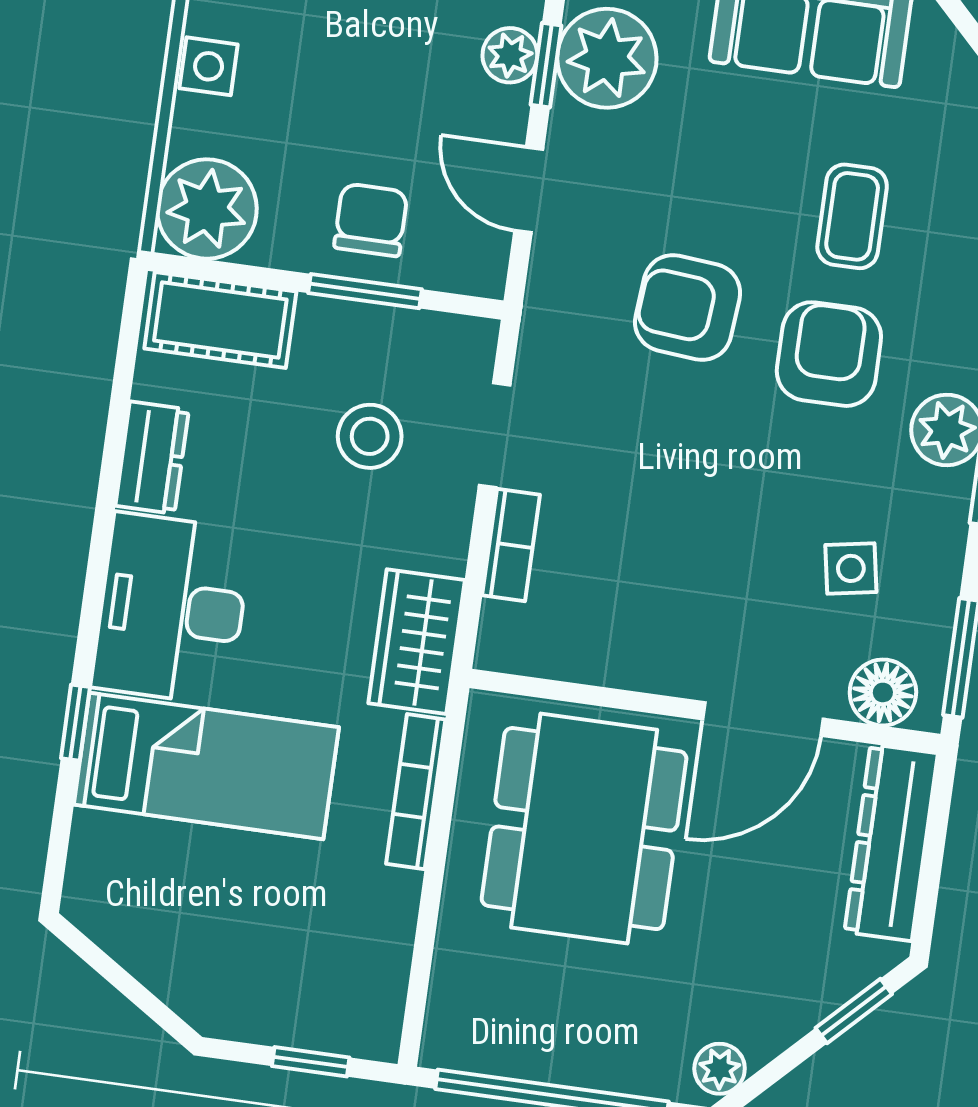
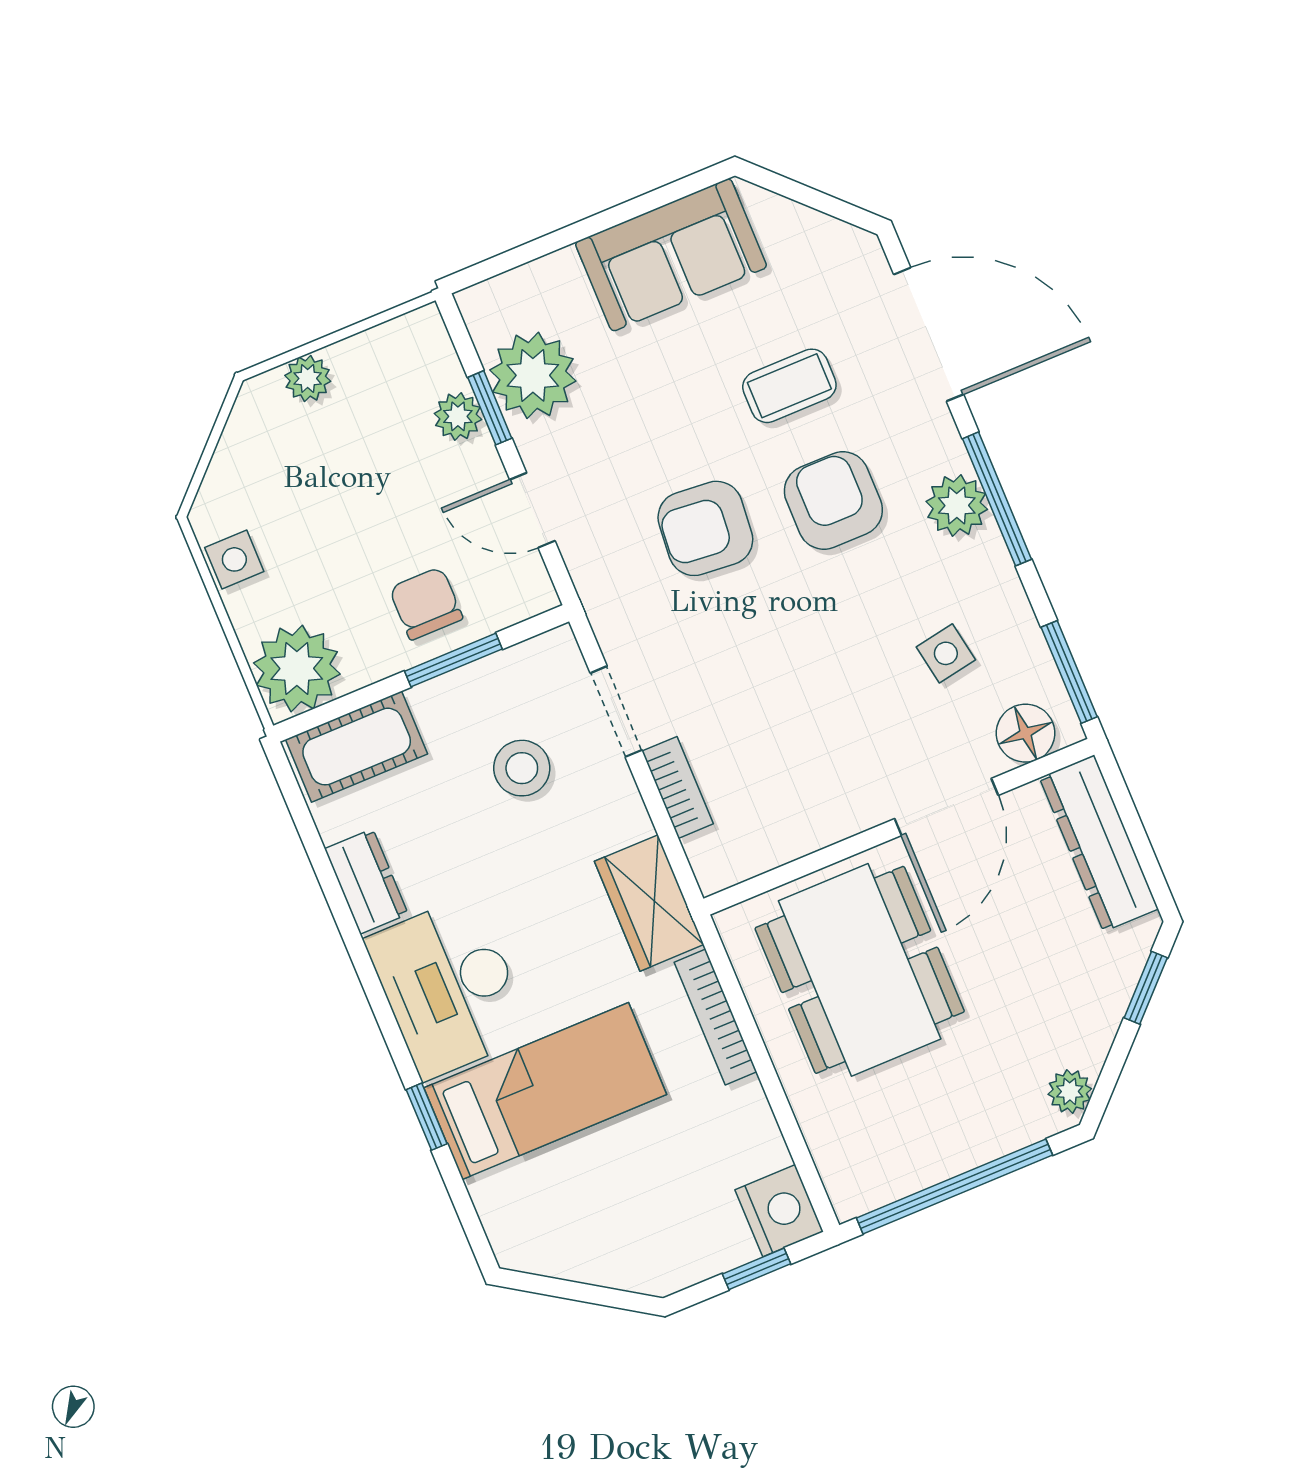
coffee table: (852, 216) -> (789, 386), turned 90
nightstand: (366, 1018) -> (779, 1211), added

